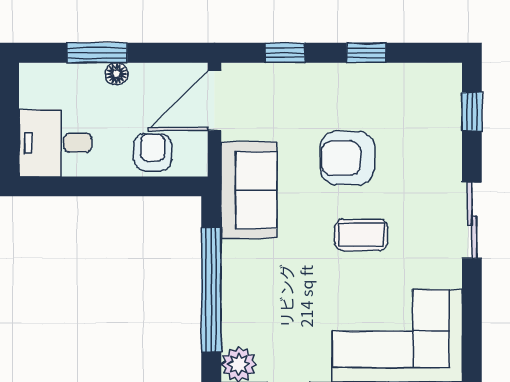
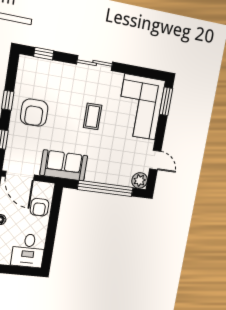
armchair: (153, 152) -> (39, 207), turned -90
armchair: (347, 158) -> (34, 113), moved

